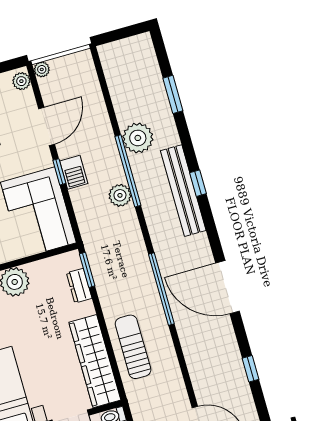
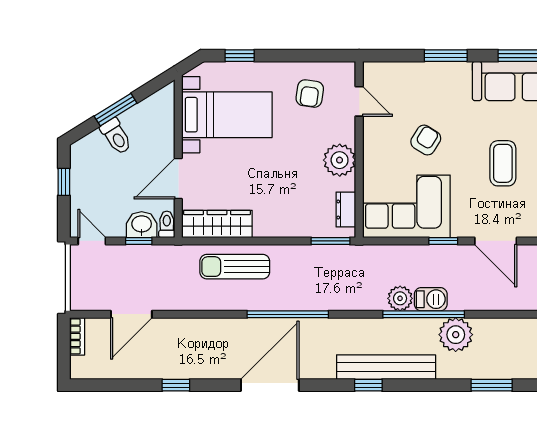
barbecue: (74, 172) -> (431, 299), moved, turned 180
window: (198, 183) -> (368, 385), moved
dresser: (79, 286) -> (346, 209), moved, turned -90
sun lounger: (133, 347) -> (235, 267), turned 180
wardrobe: (95, 361) -> (217, 224), width x0.71, depth x0.85

